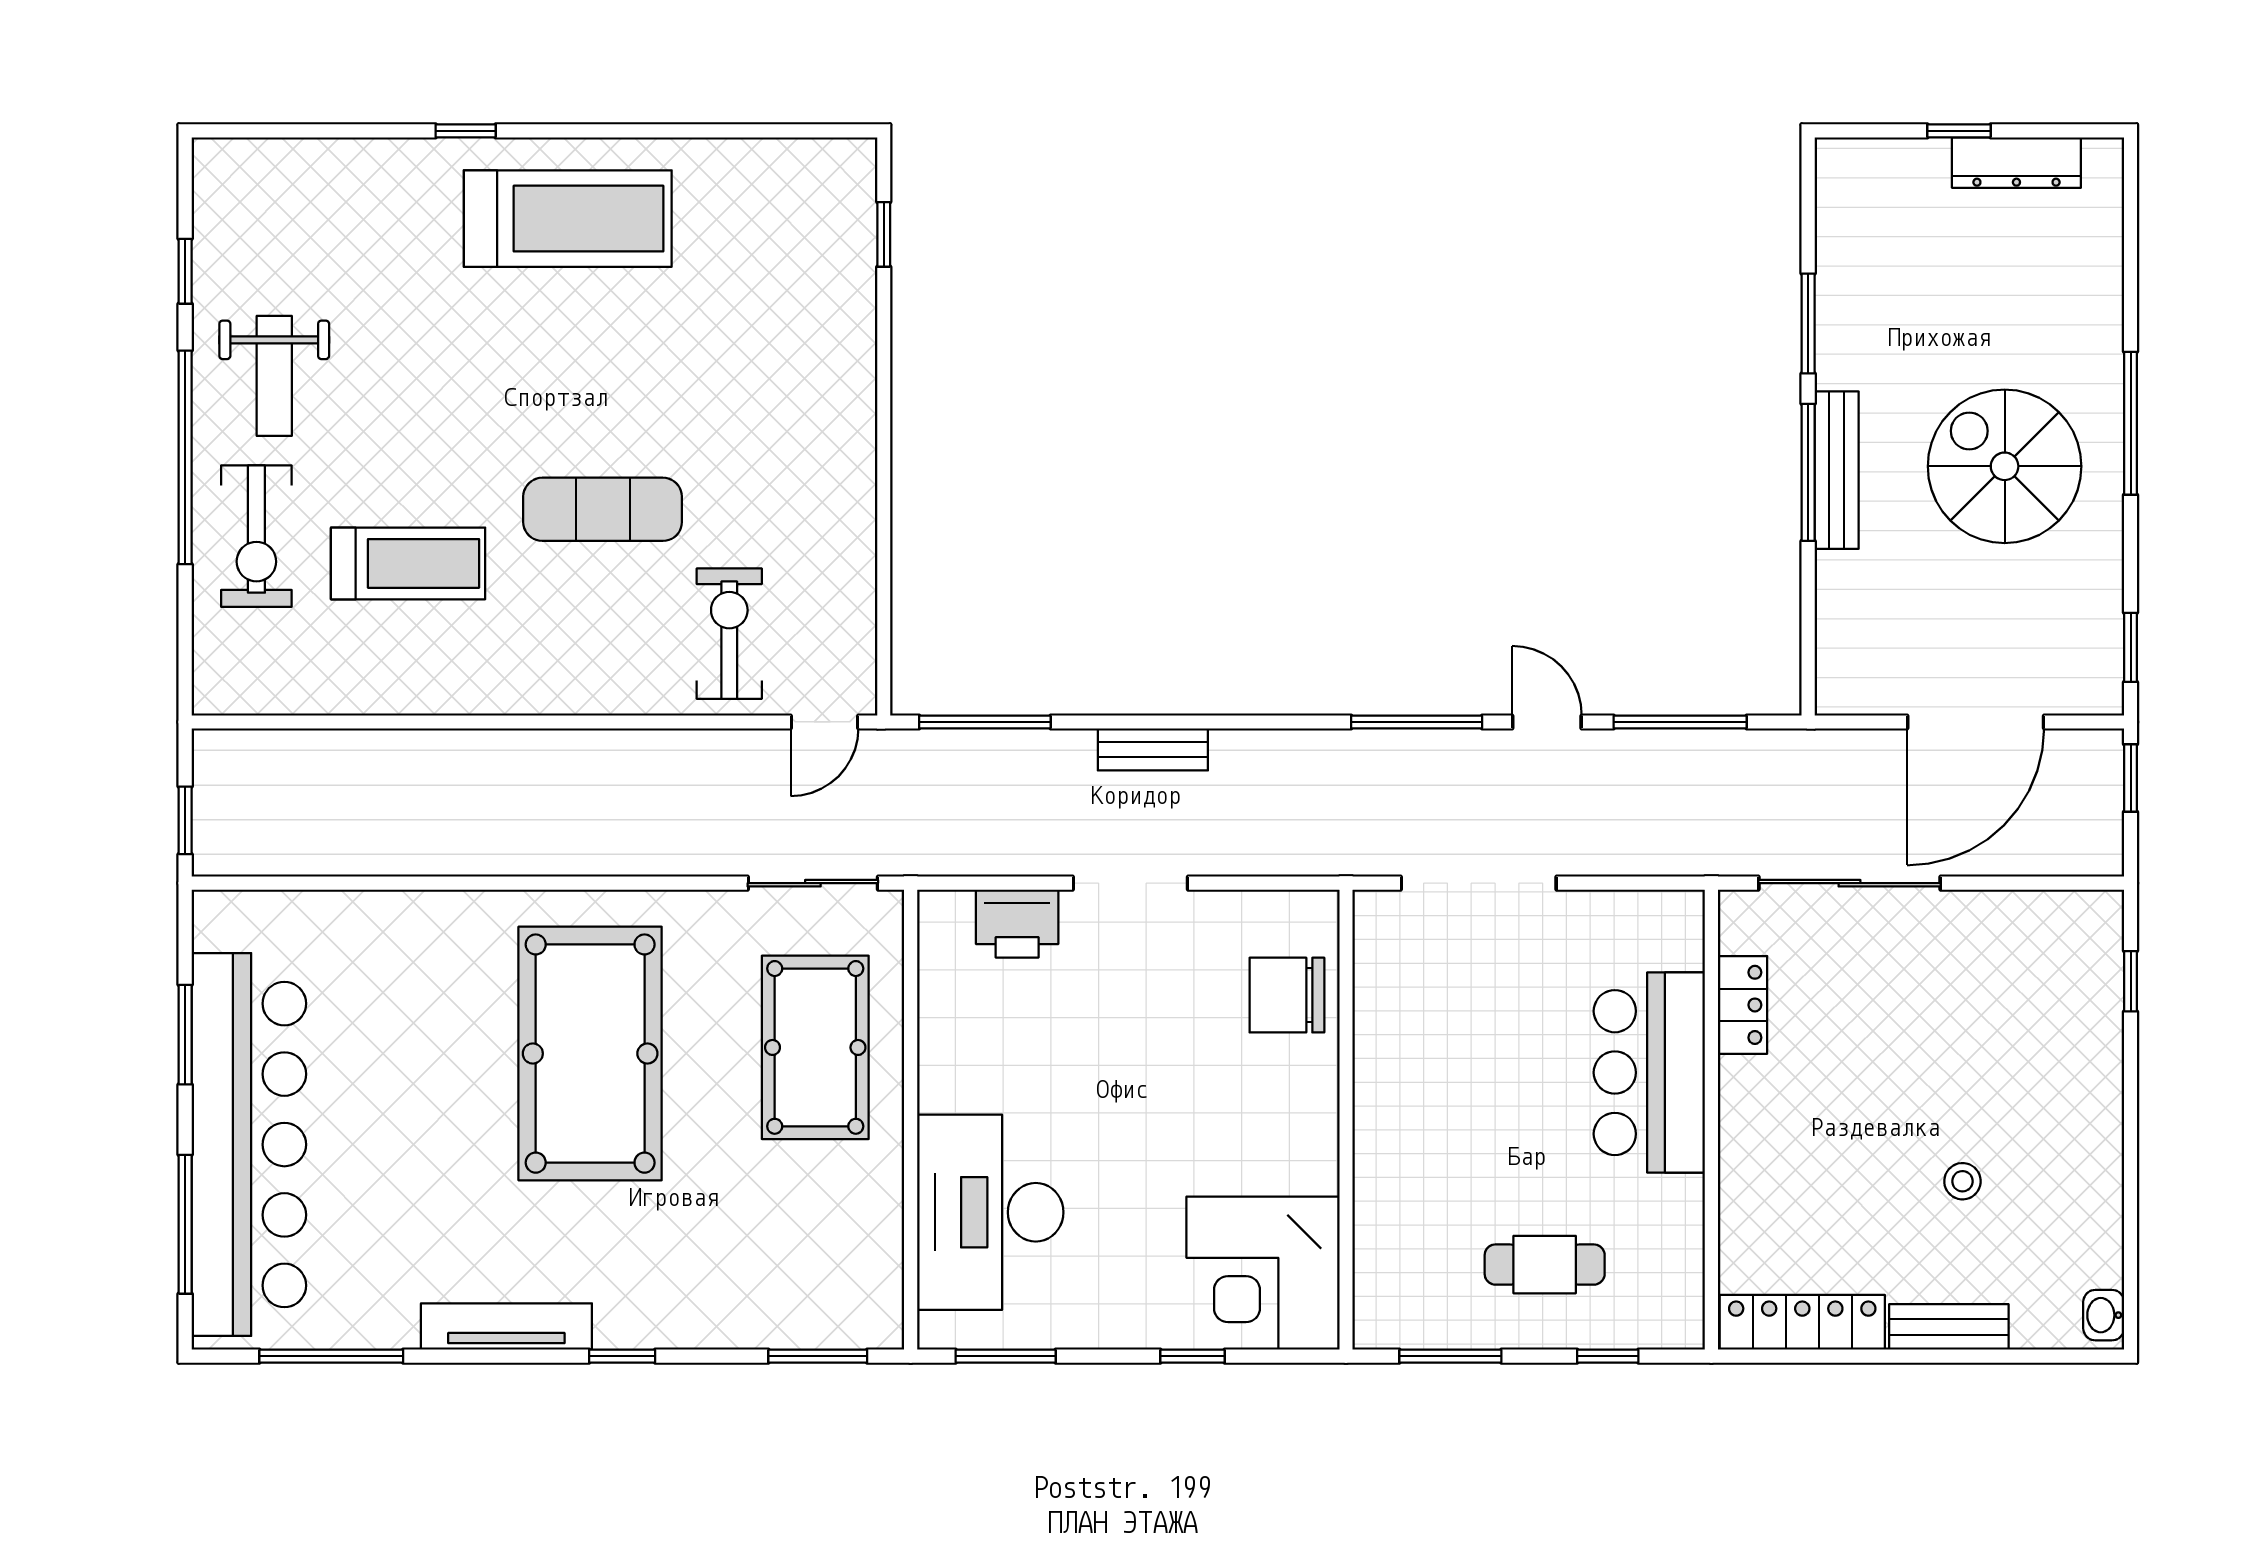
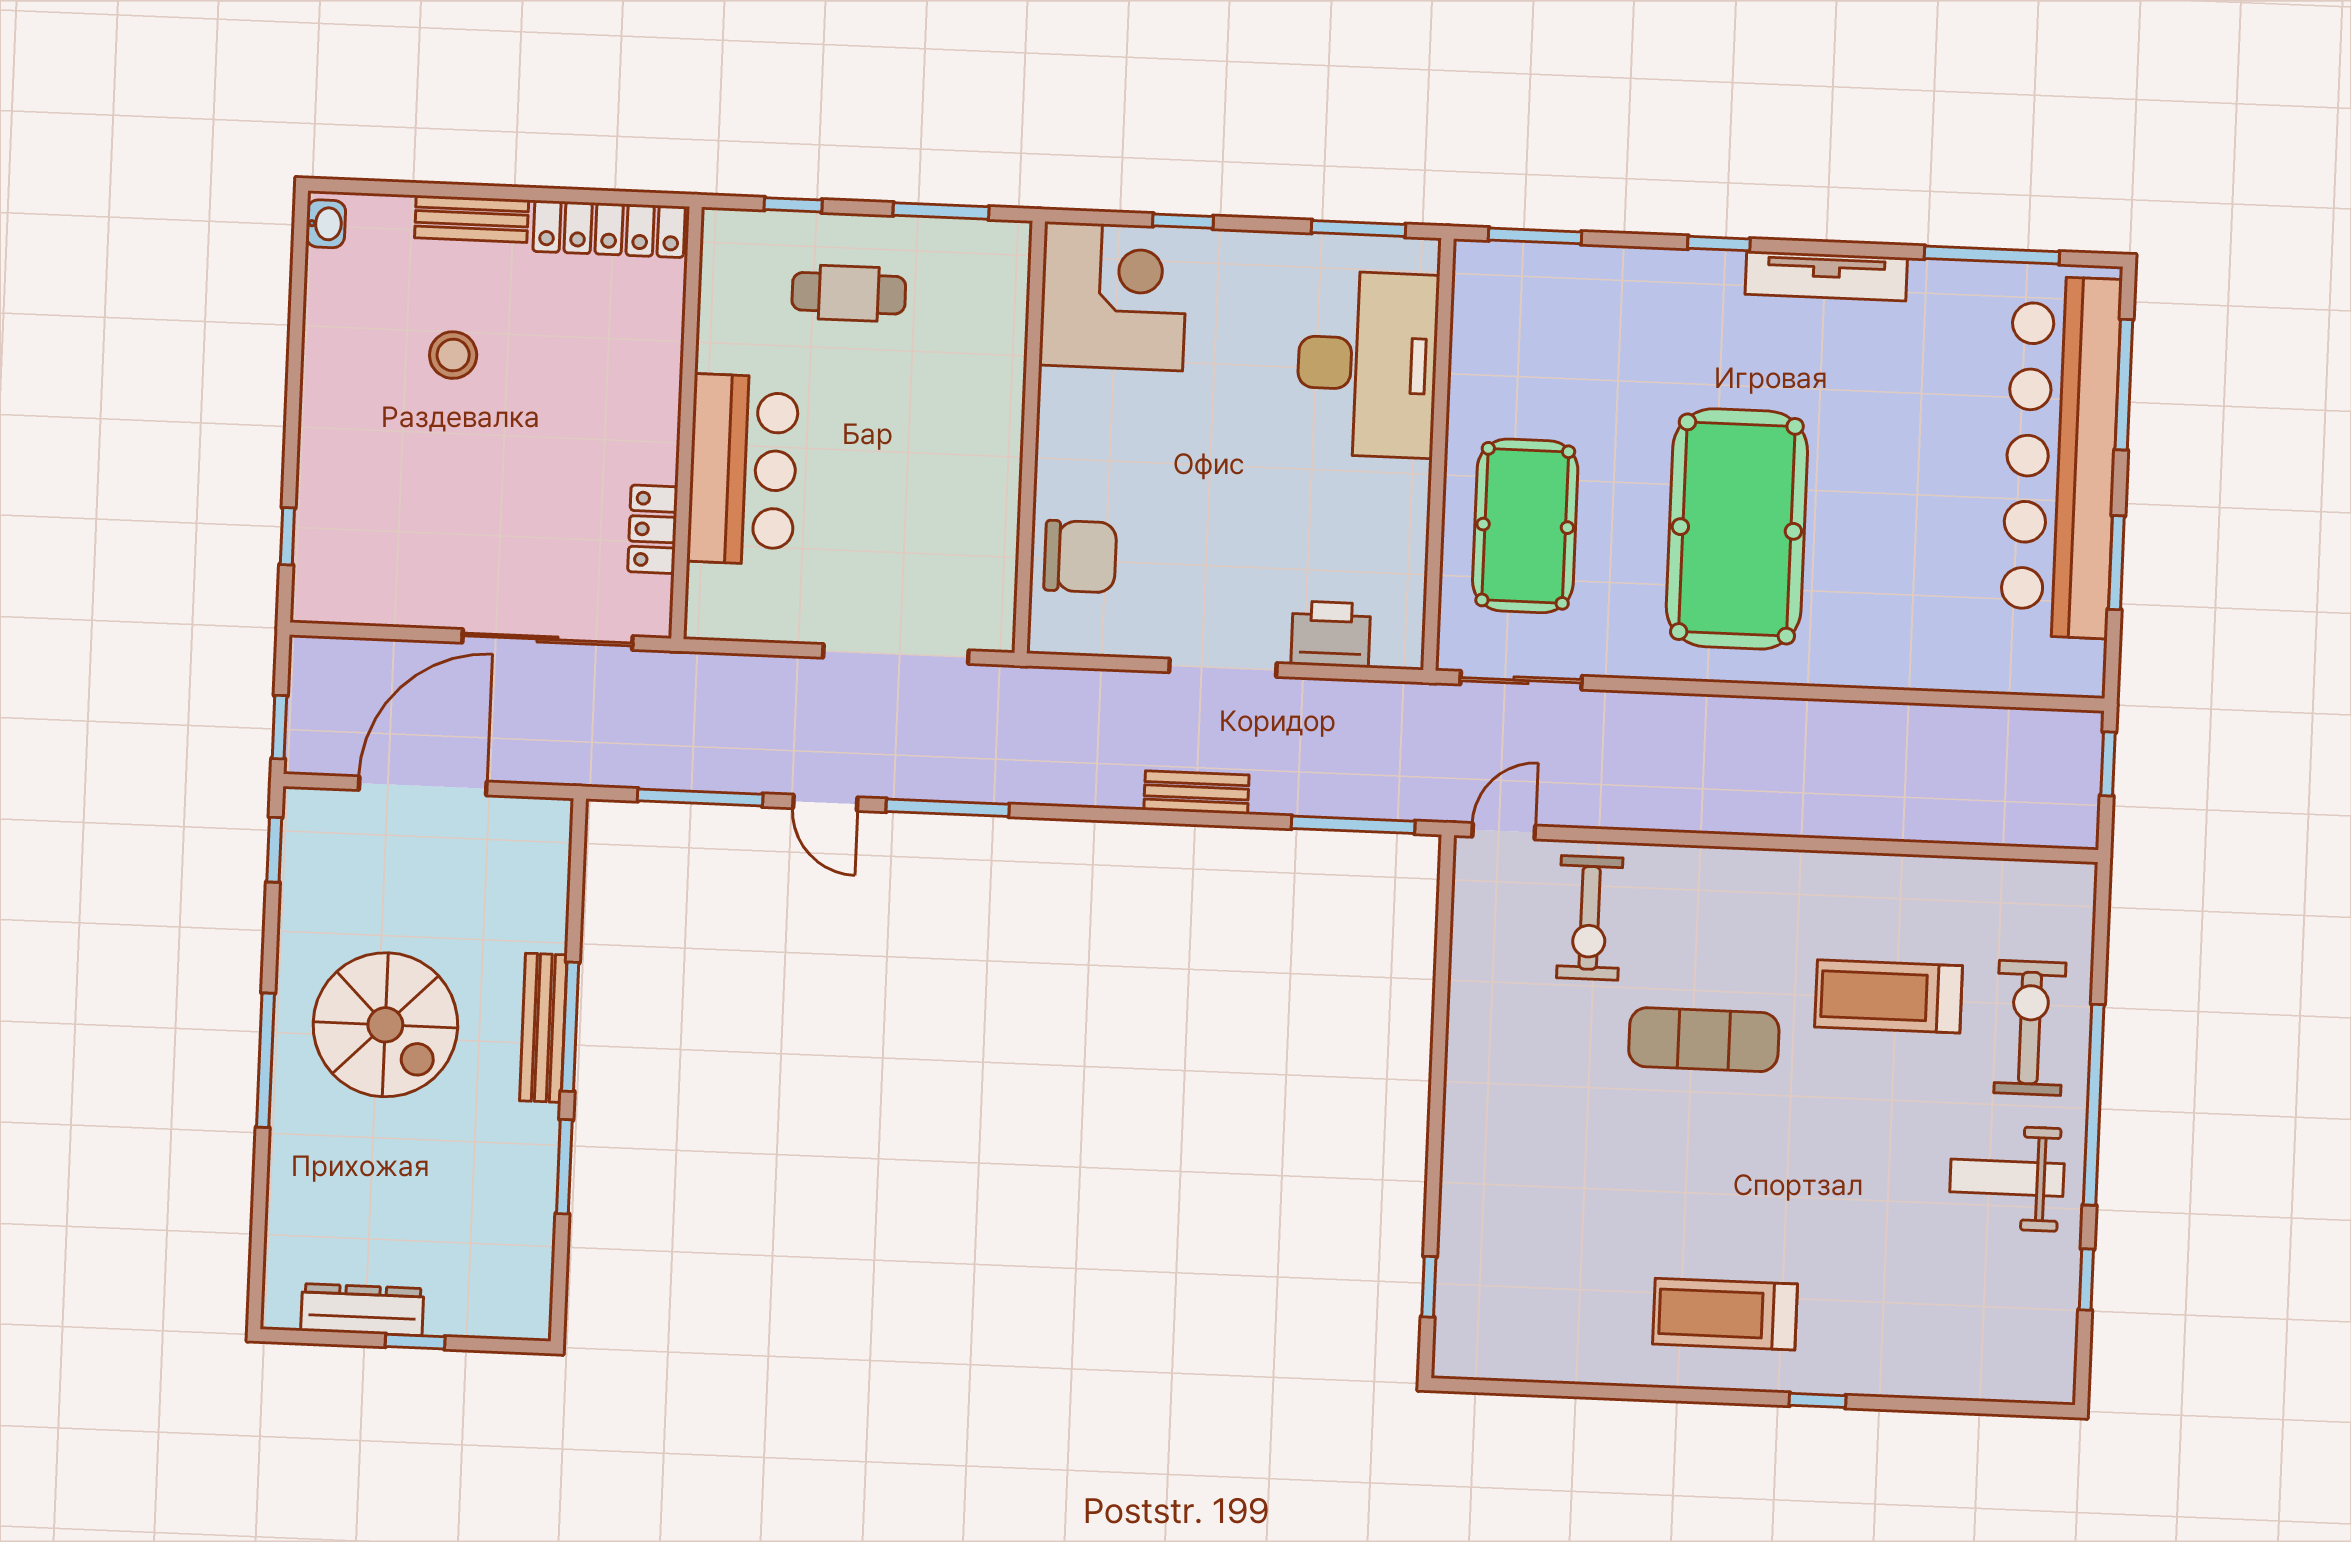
treadmill: (568, 219) -> (1725, 1314), width x0.73, depth x0.73
weight bench: (274, 376) -> (2007, 1178), turned -90
stool: (1962, 1181) -> (453, 355), width x1.37, depth x1.37

